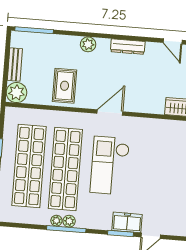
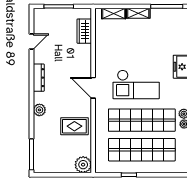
bench: (15, 65) -> (61, 168), removed

